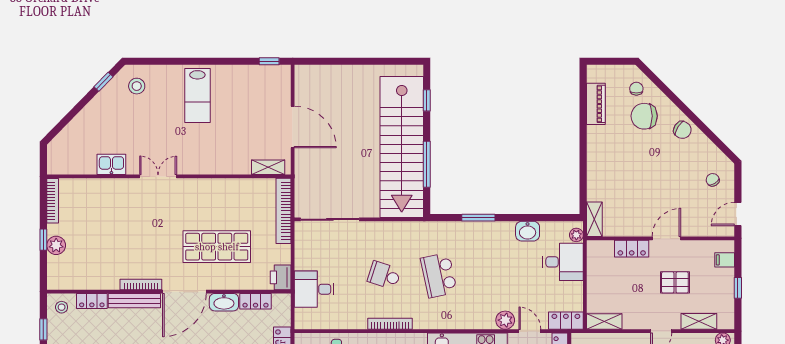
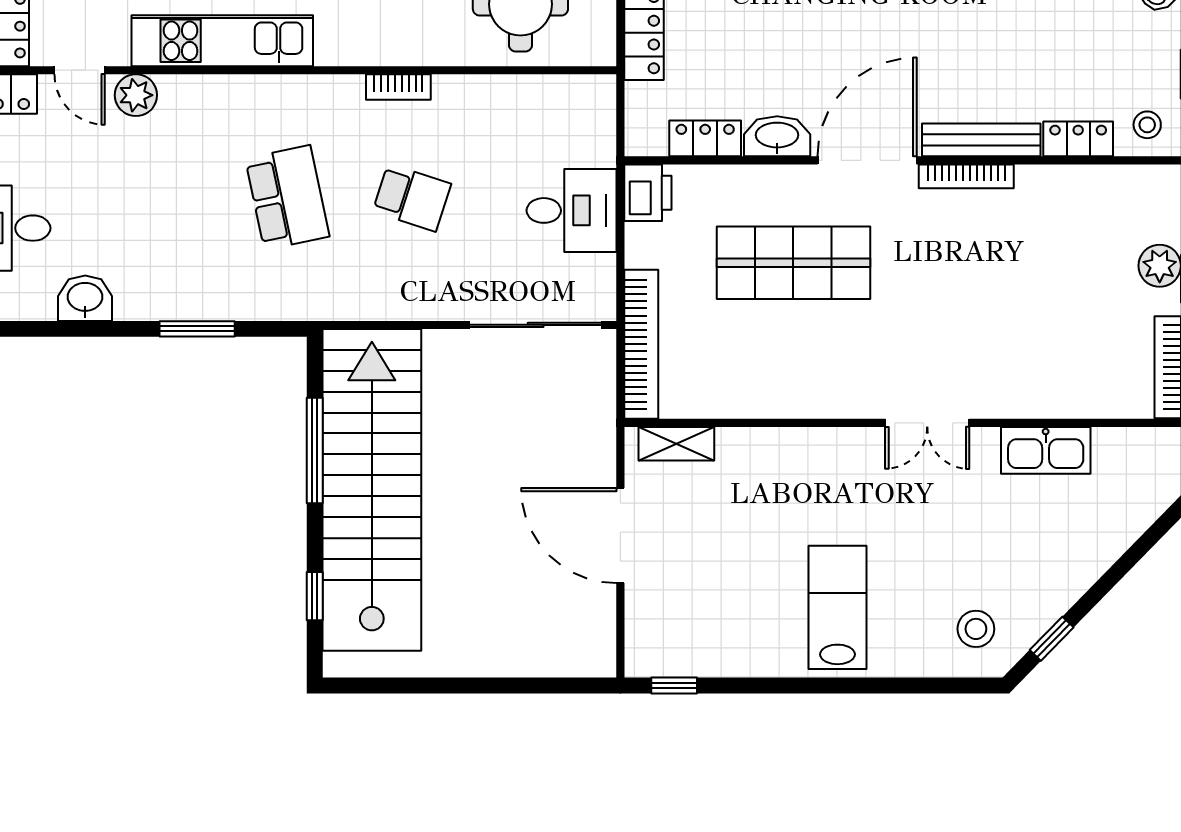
kitchen sink: (111, 164) -> (1046, 450), width x1.38
desk: (314, 289) -> (572, 210), moved
bookcase: (390, 324) -> (398, 87), width x0.64

